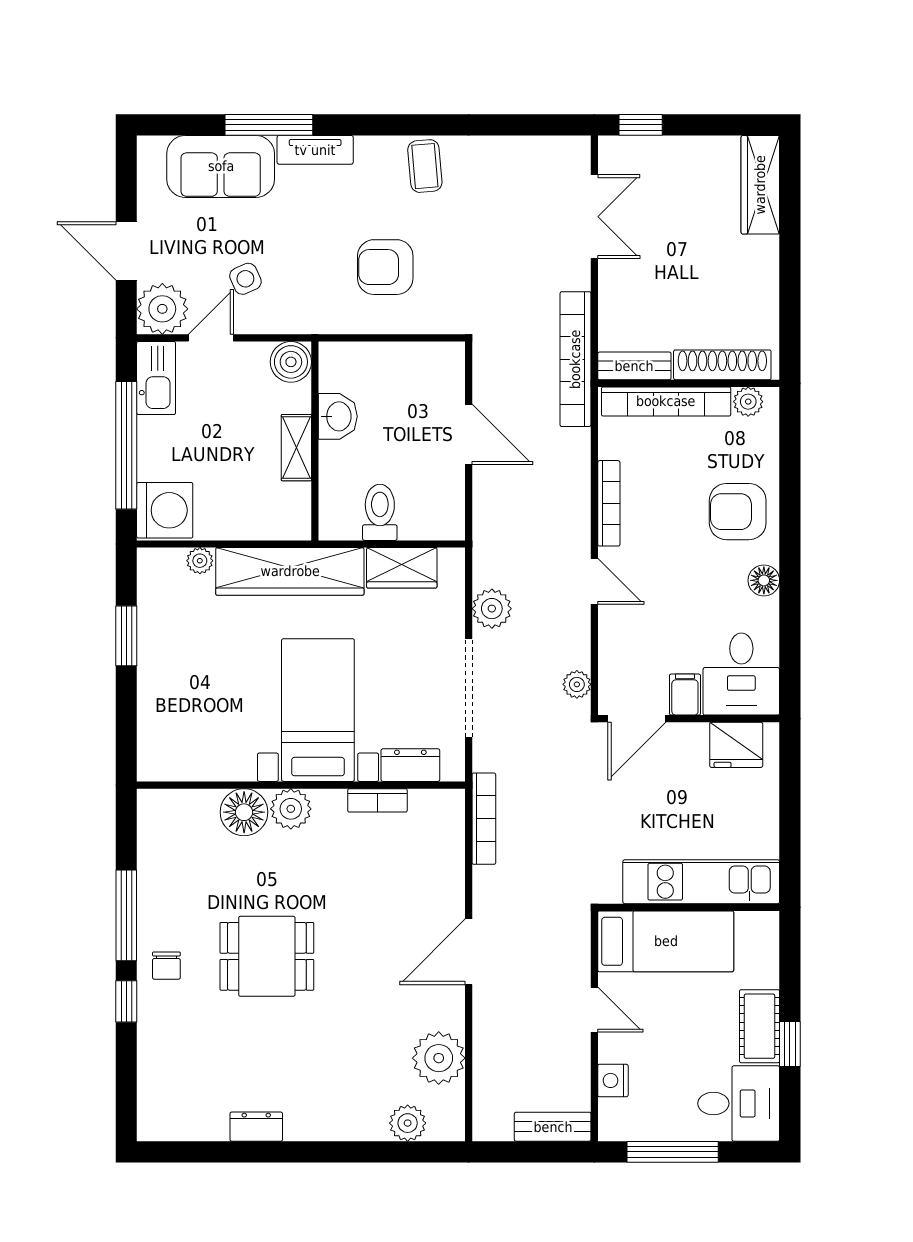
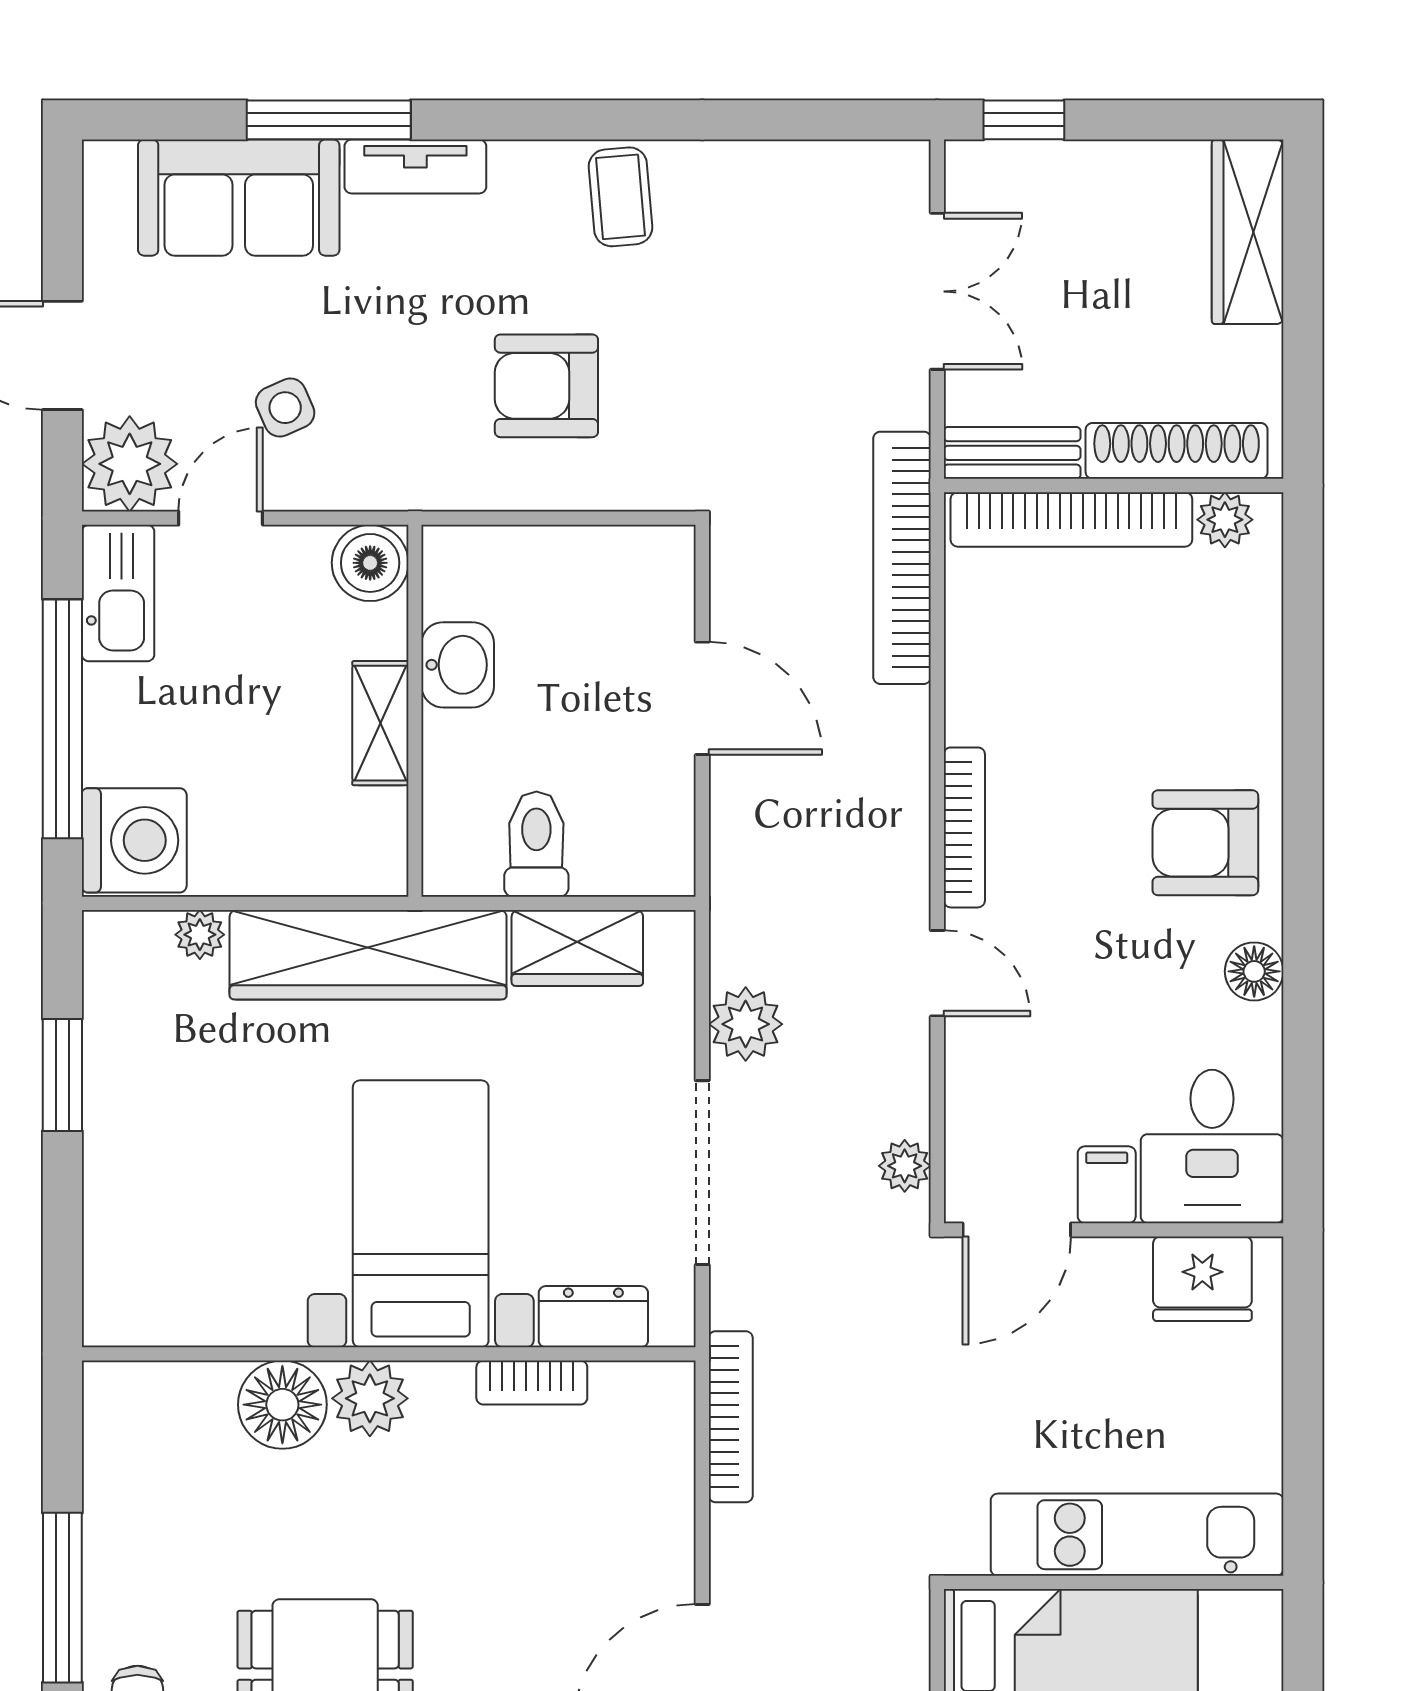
shoe rack: (722, 365) -> (1177, 451), moved
bench: (634, 366) -> (1012, 453), moved
wall: (689, 383) -> (1114, 485), moved
bookcase: (666, 401) -> (1071, 519), moved
plant: (748, 402) -> (1225, 520), moved

